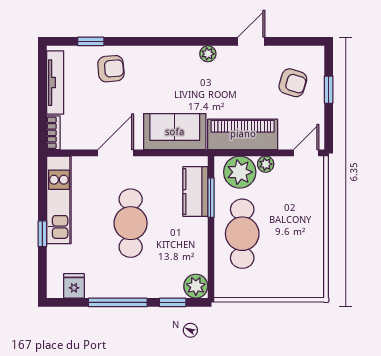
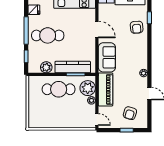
kitchen counter: (195, 192) -> (73, 67), width x1.50
cafe table: (131, 223) -> (48, 35), moved
plant: (196, 286) -> (46, 67), moved

